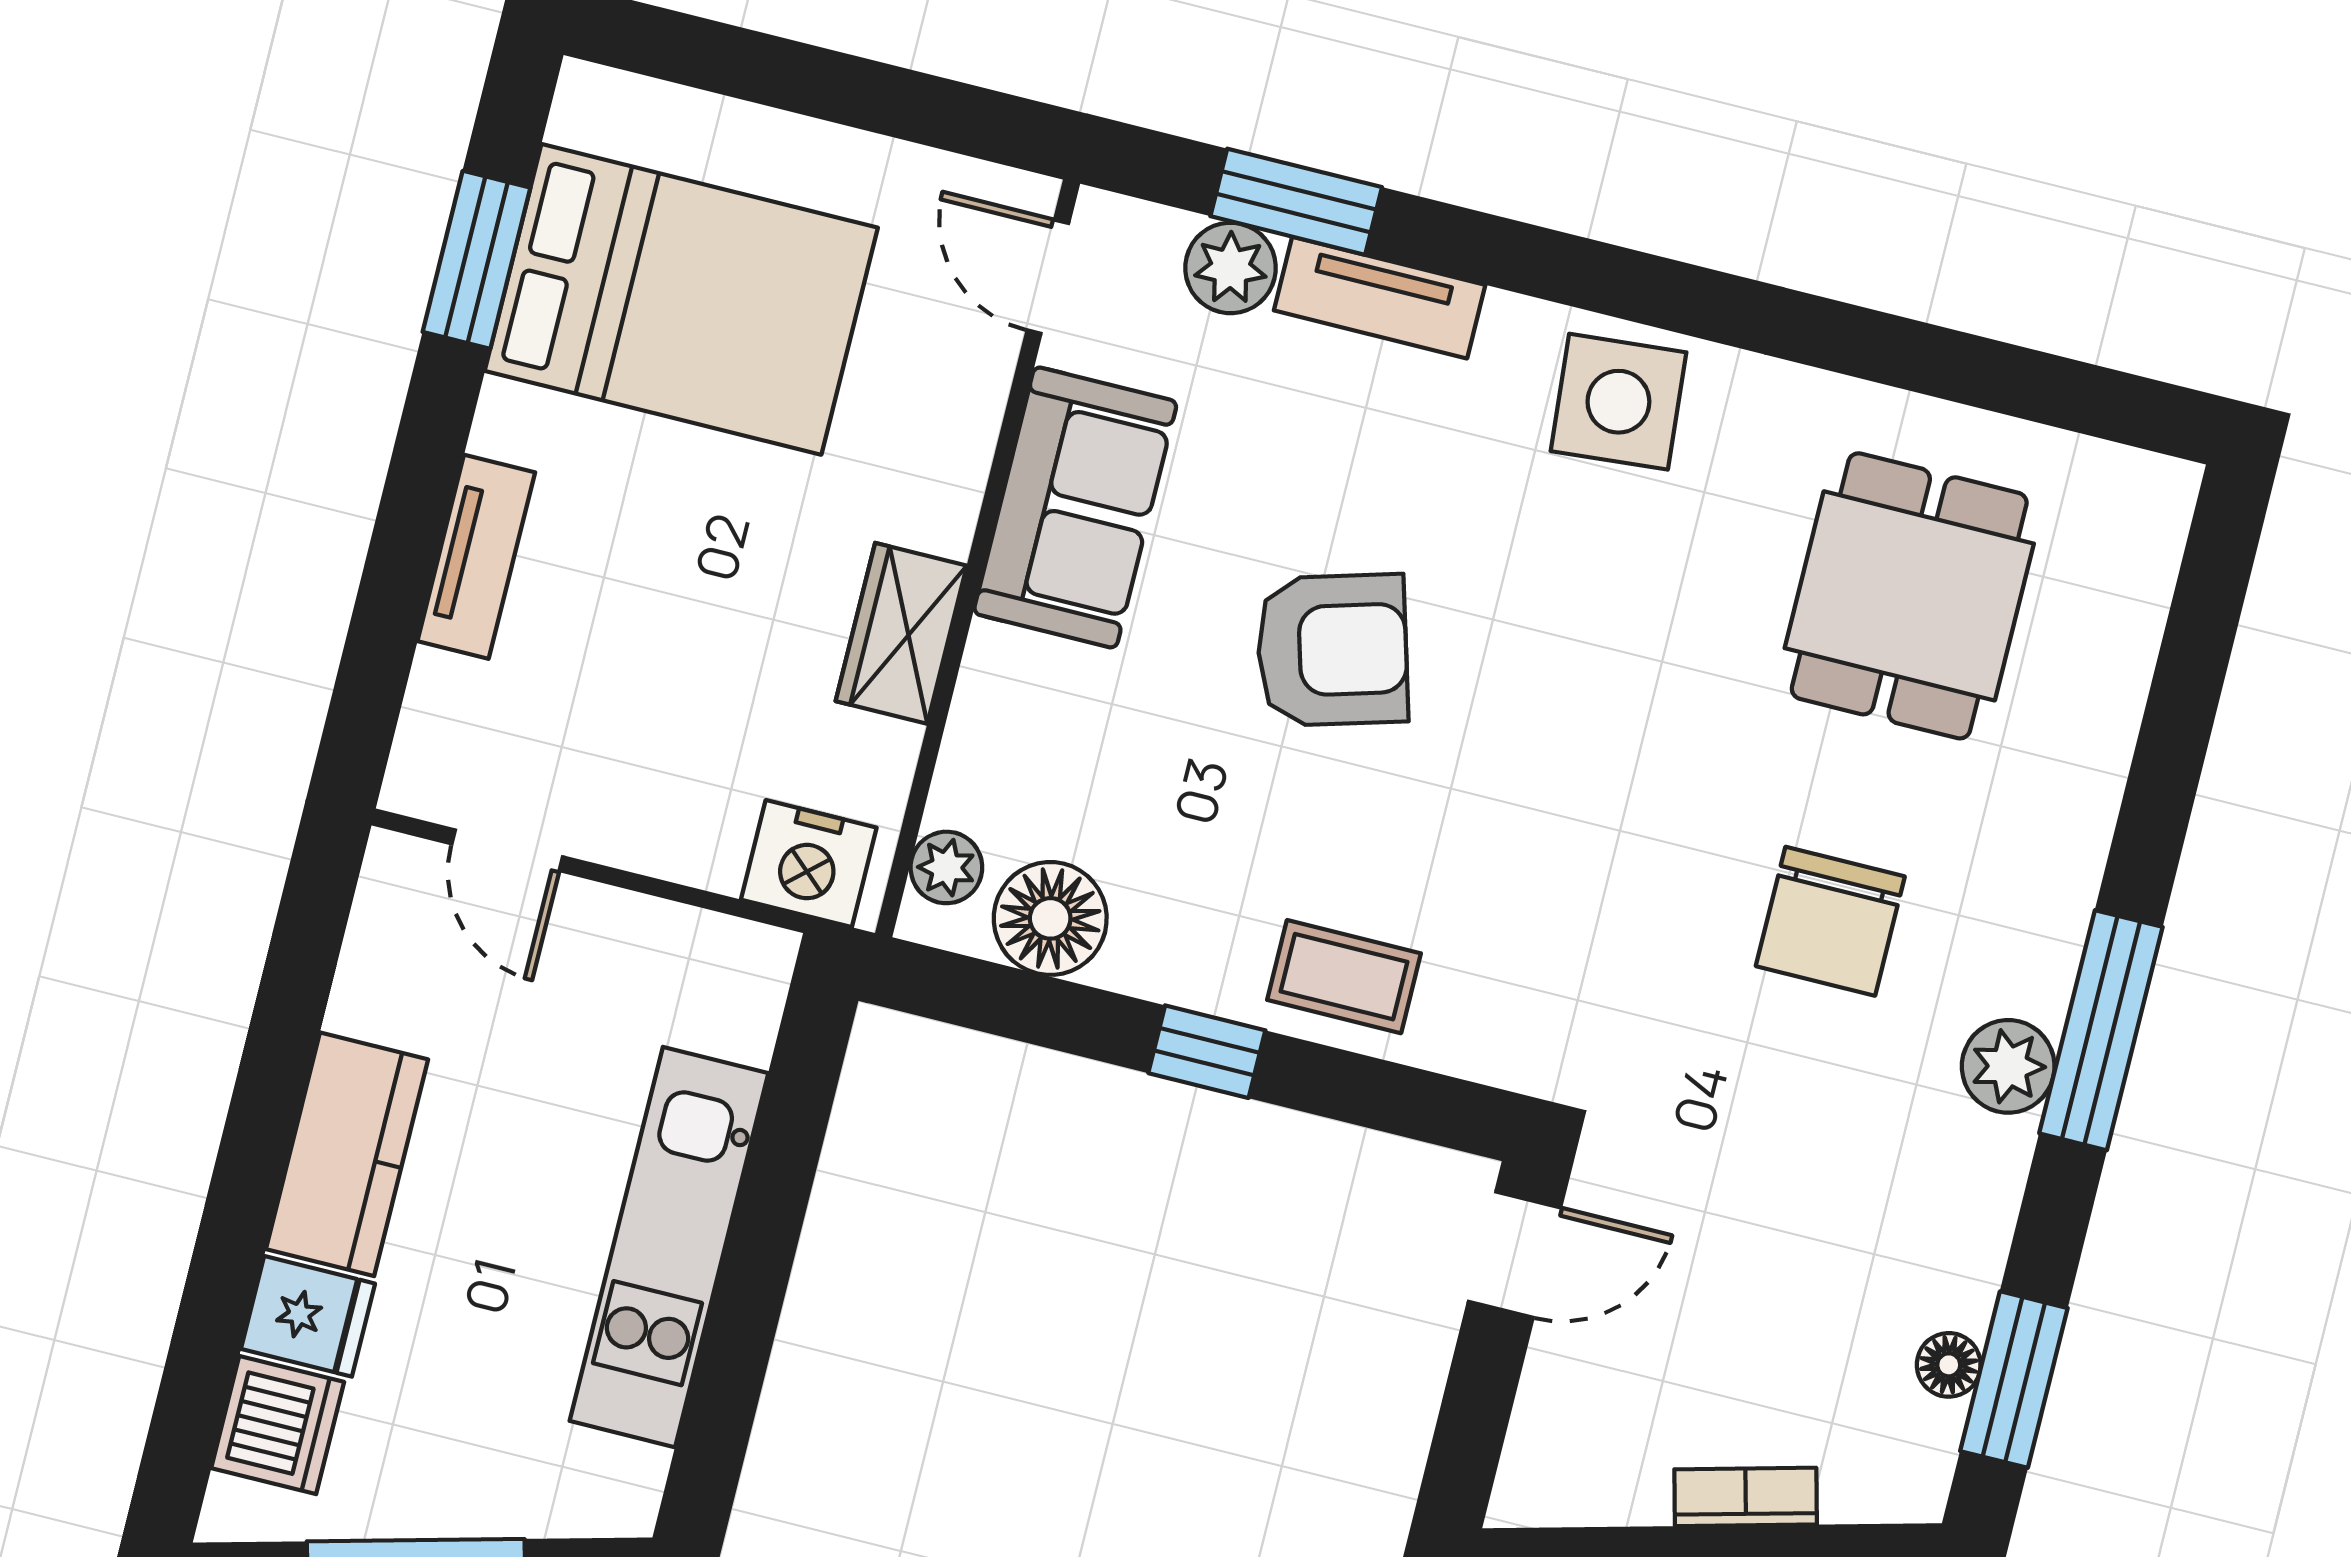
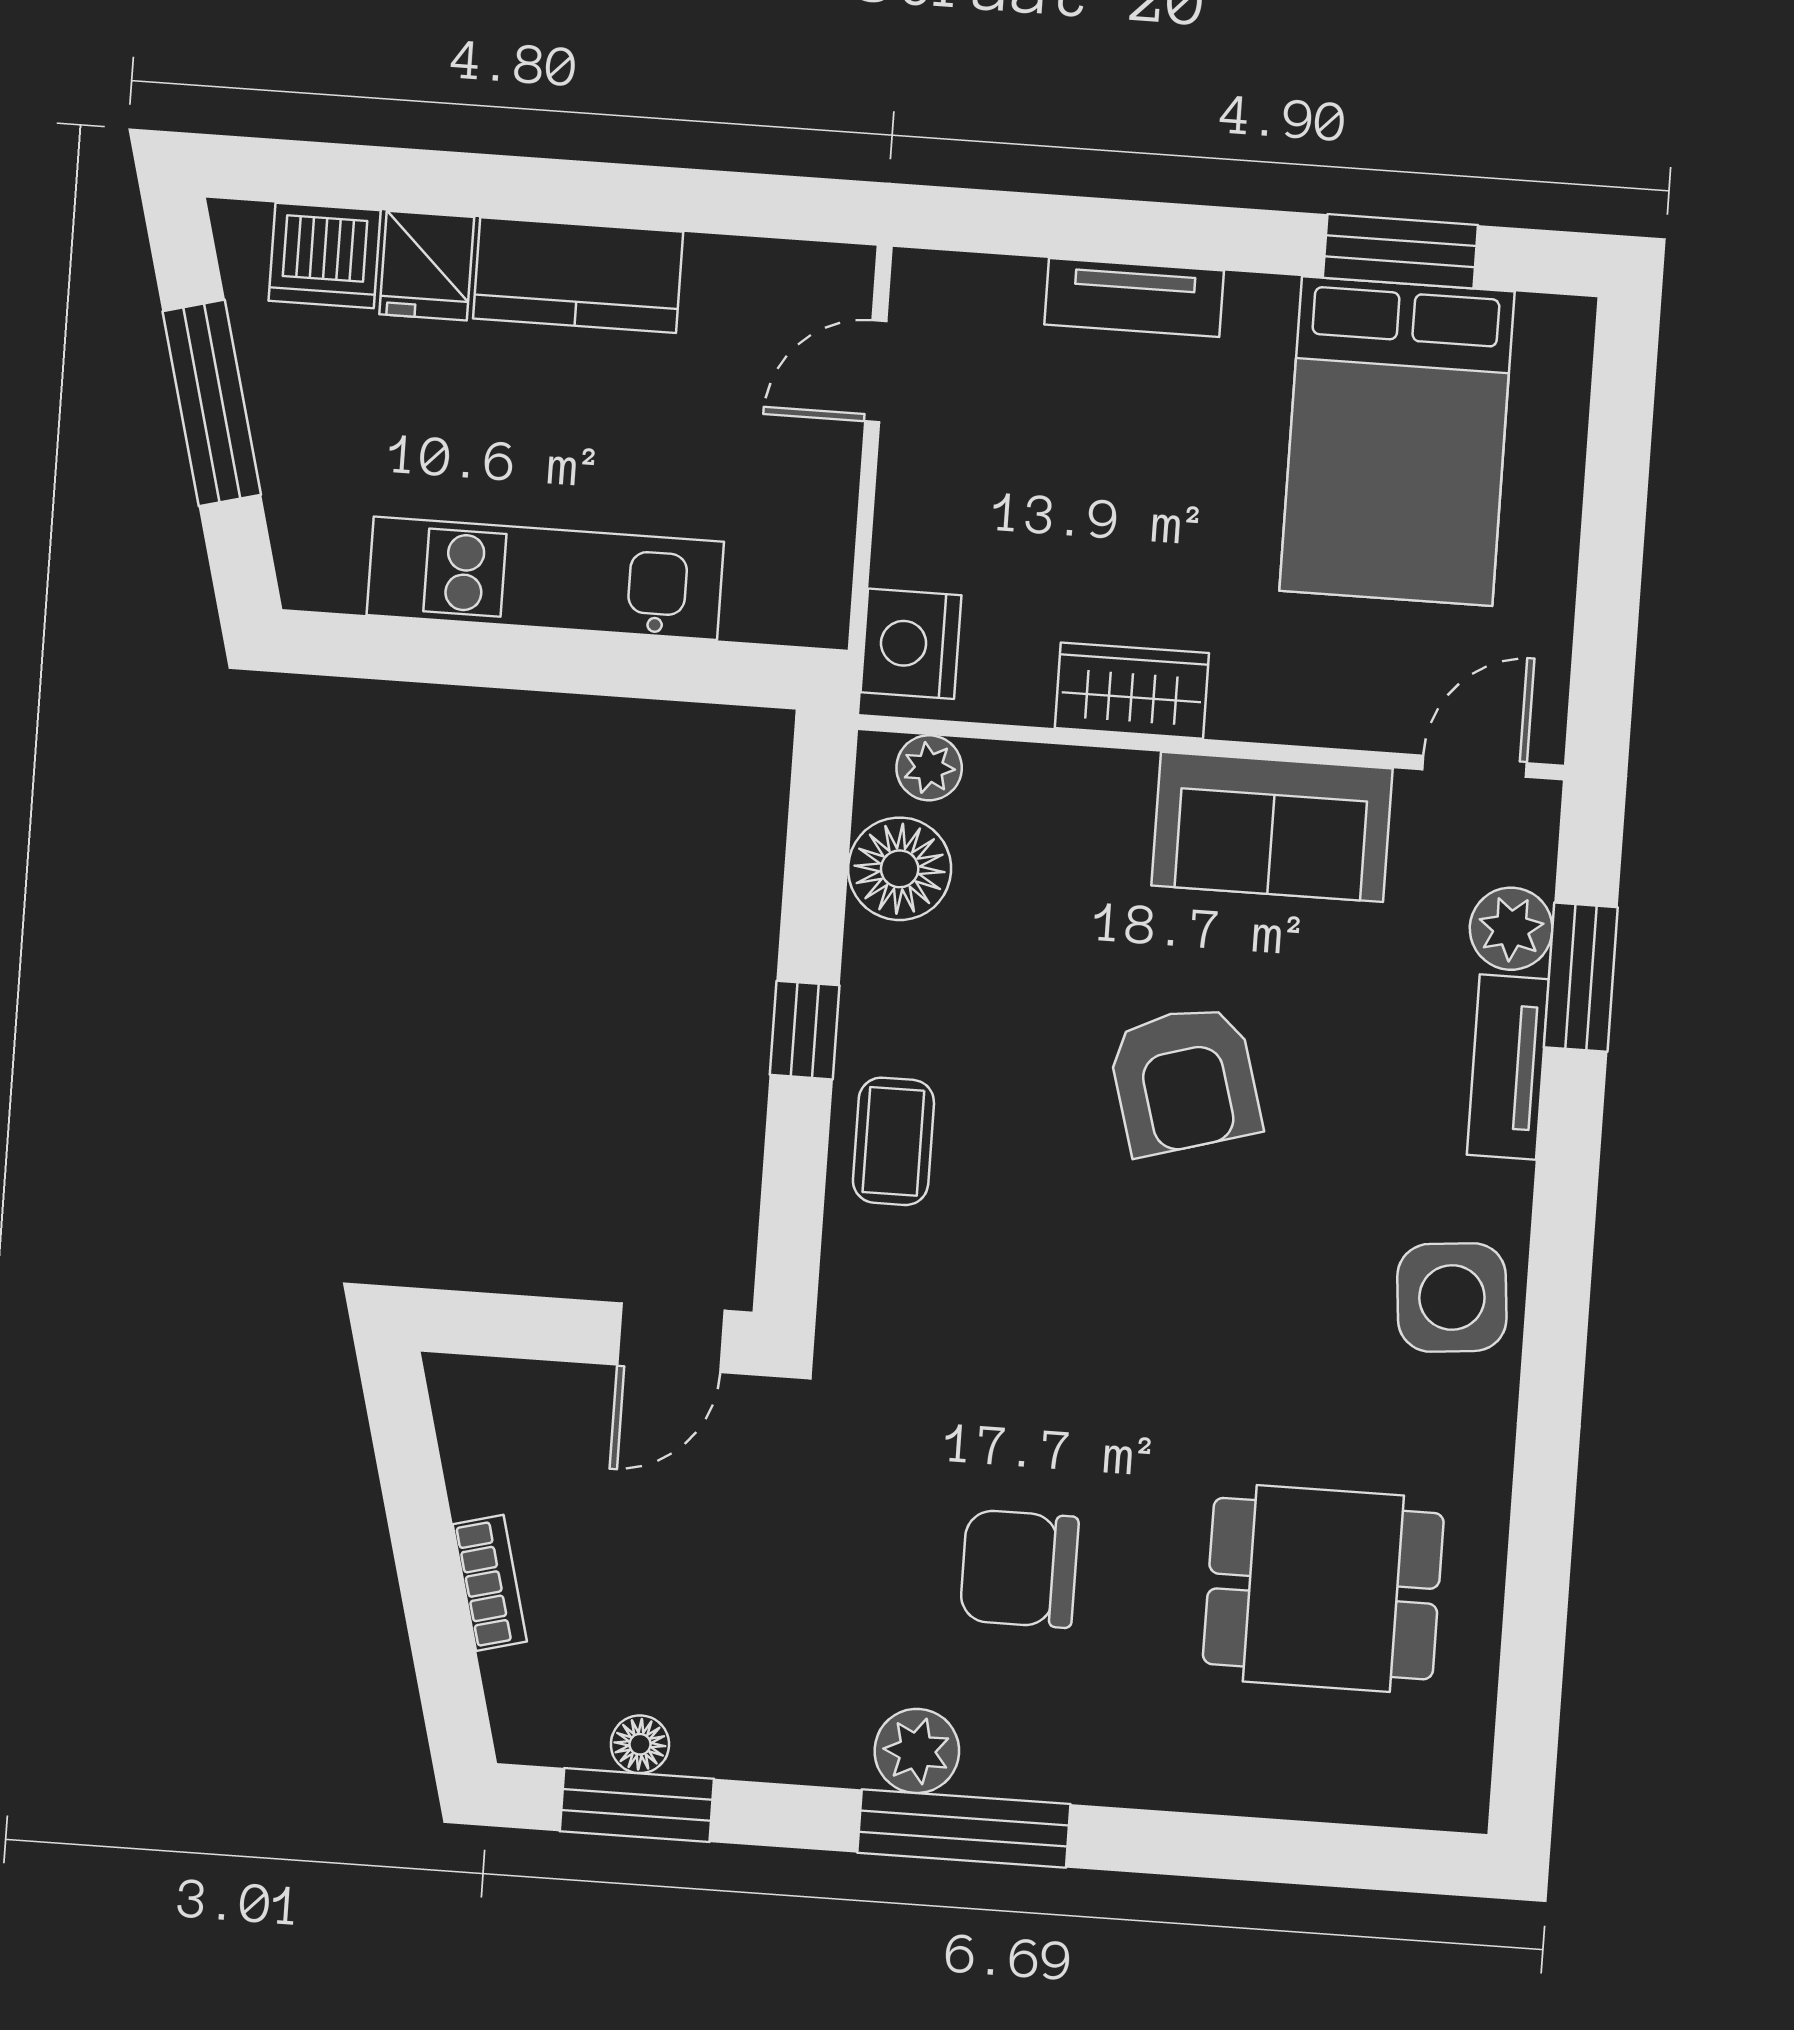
door: (1514, 1255) -> (671, 1338), hinge flipped

